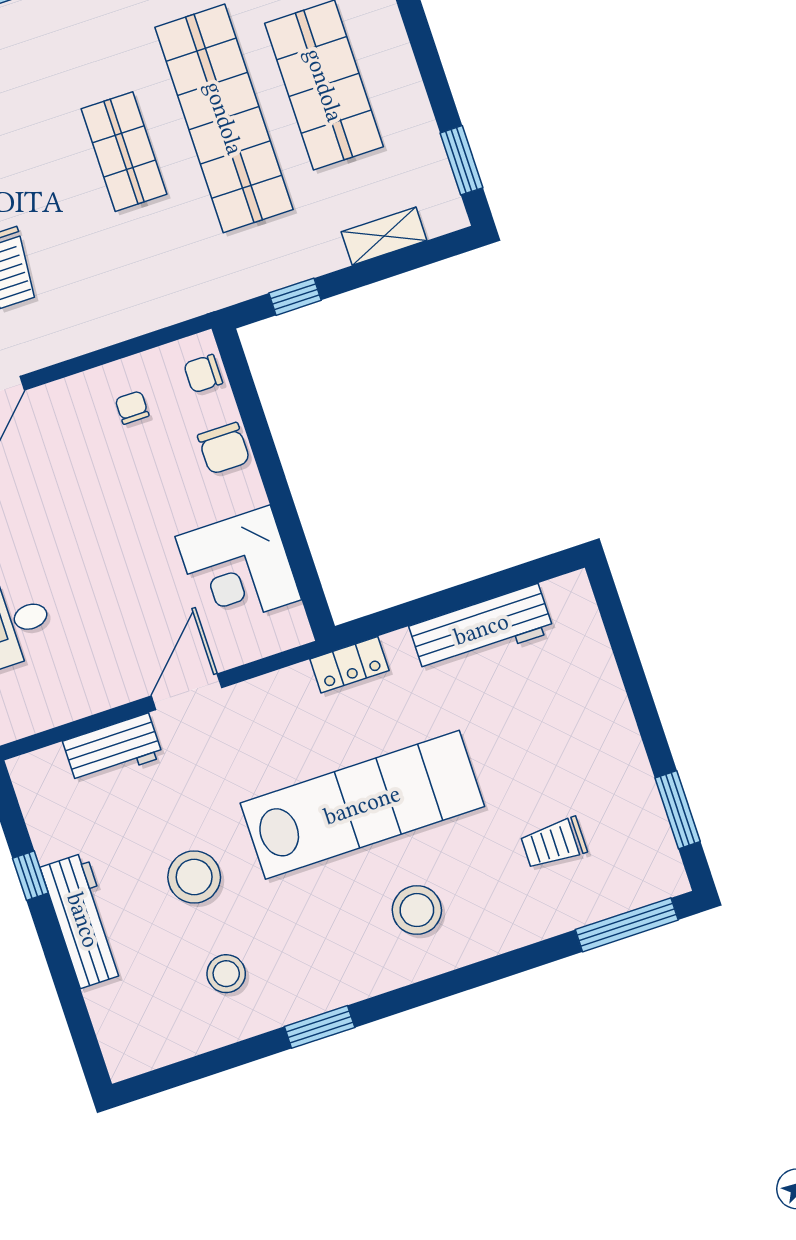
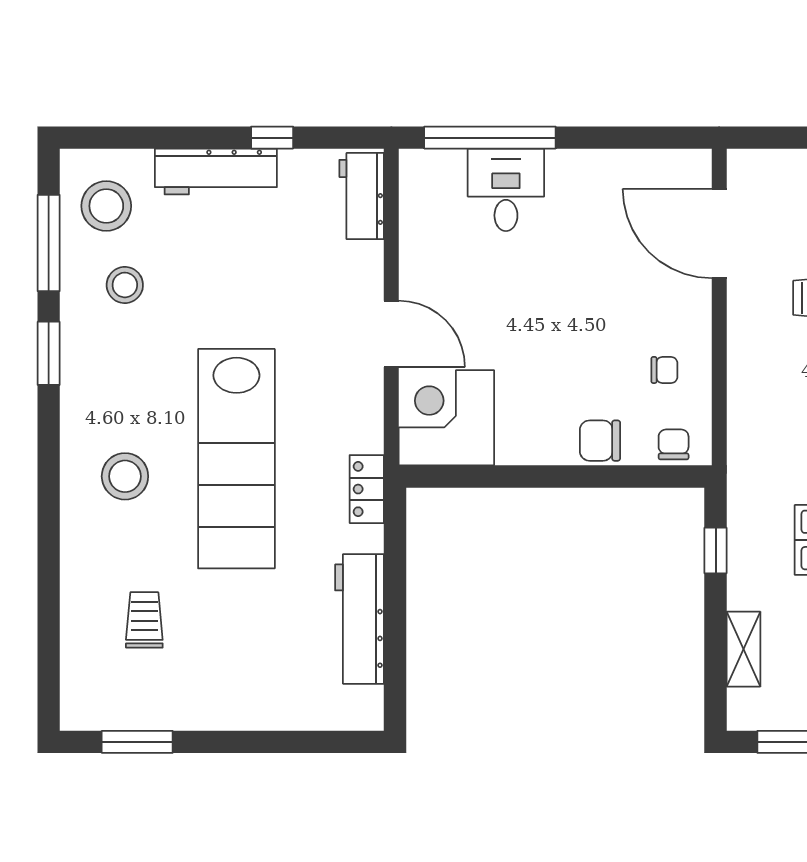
corner desk: (238, 568) -> (446, 418), moved
workbench: (113, 749) -> (362, 196), moved
stool: (194, 877) -> (106, 206), moved
window: (627, 925) -> (49, 243), moved

